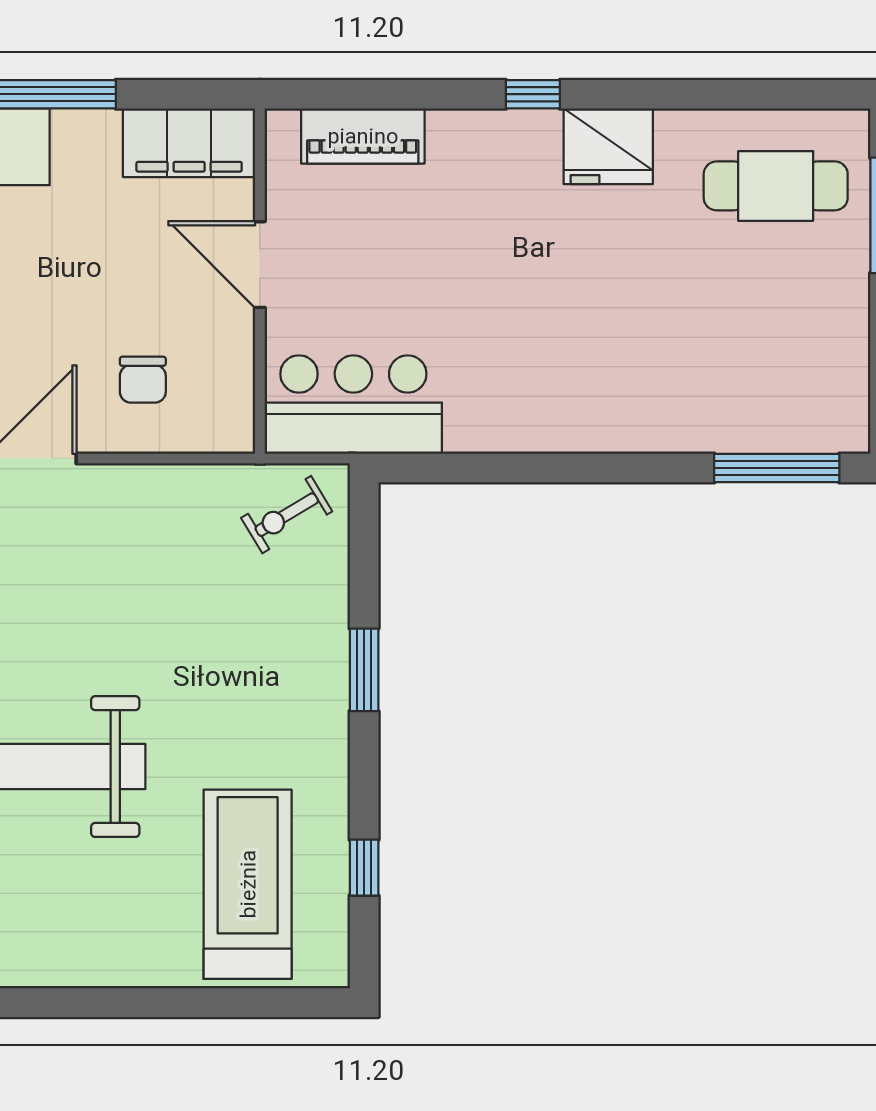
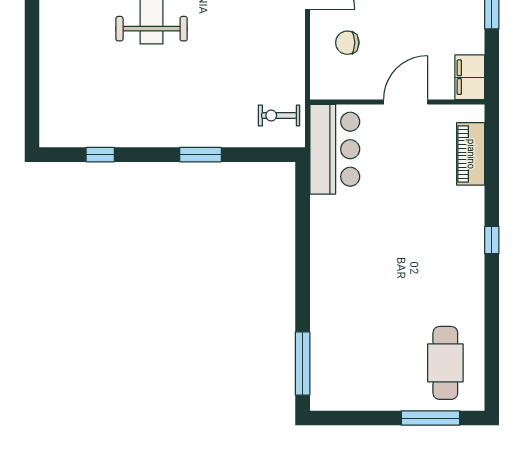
filing cabinet: (189, 143) -> (470, 77), width x0.67, depth x0.86
fridge: (608, 146) -> (465, 278), removed
exercise bike: (287, 515) -> (279, 115), turned -59
treadmill: (248, 884) -> (92, 96), removed

